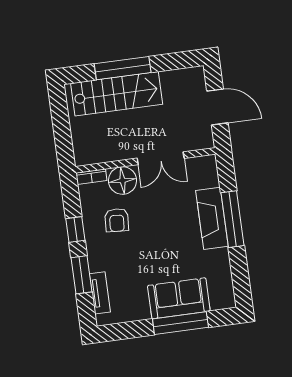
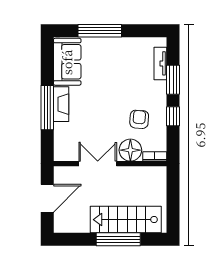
door: (217, 107) -> (47, 198), swing flipped
fireplace: (212, 218) -> (61, 104), width x0.73, depth x0.76
sofa: (179, 298) -> (67, 62), moved, turned -90

